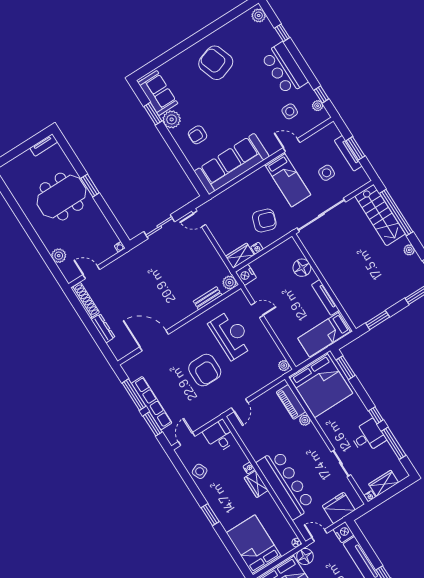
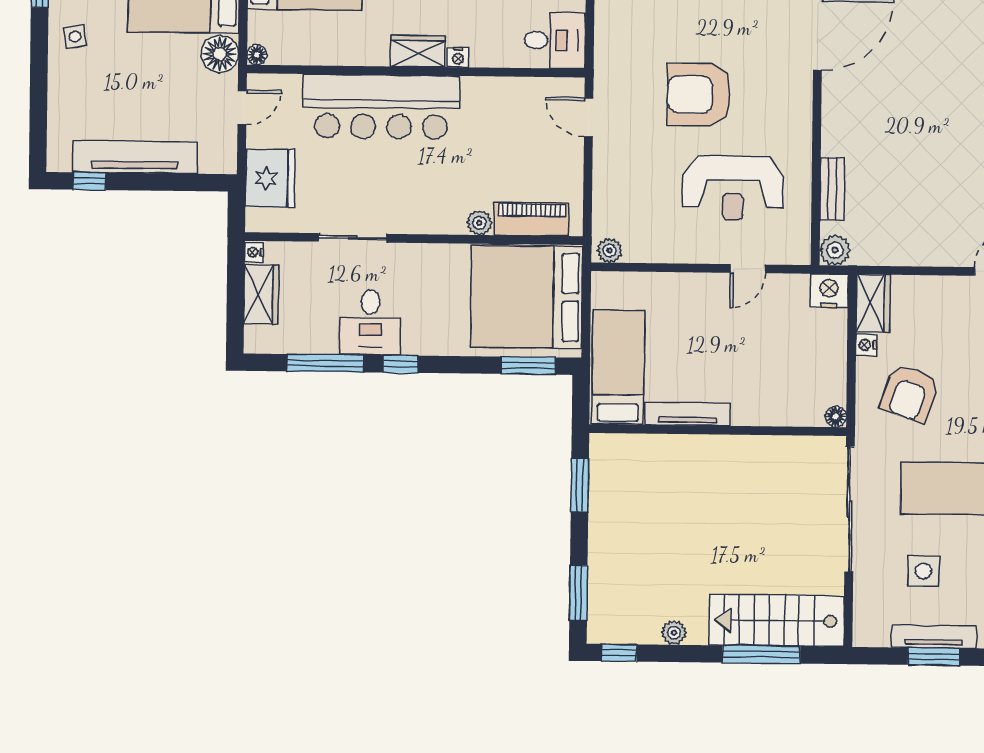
window: (396, 213) -> (761, 654), width x0.68
floor lamp: (302, 268) -> (836, 417), moved, width x0.53, depth x0.53
nightstand: (343, 532) -> (218, 157), removed

